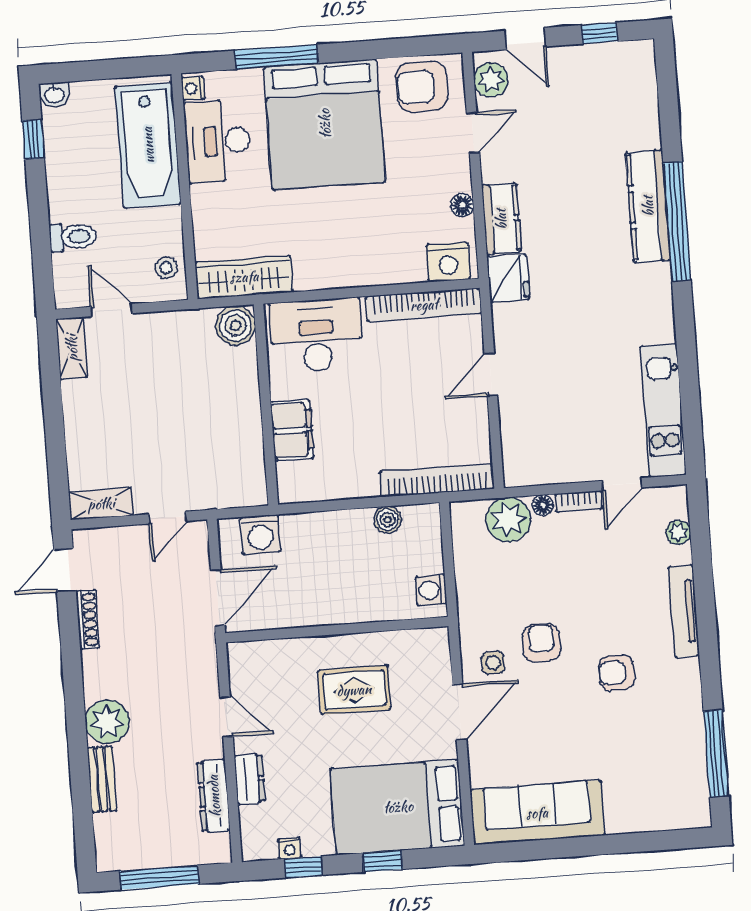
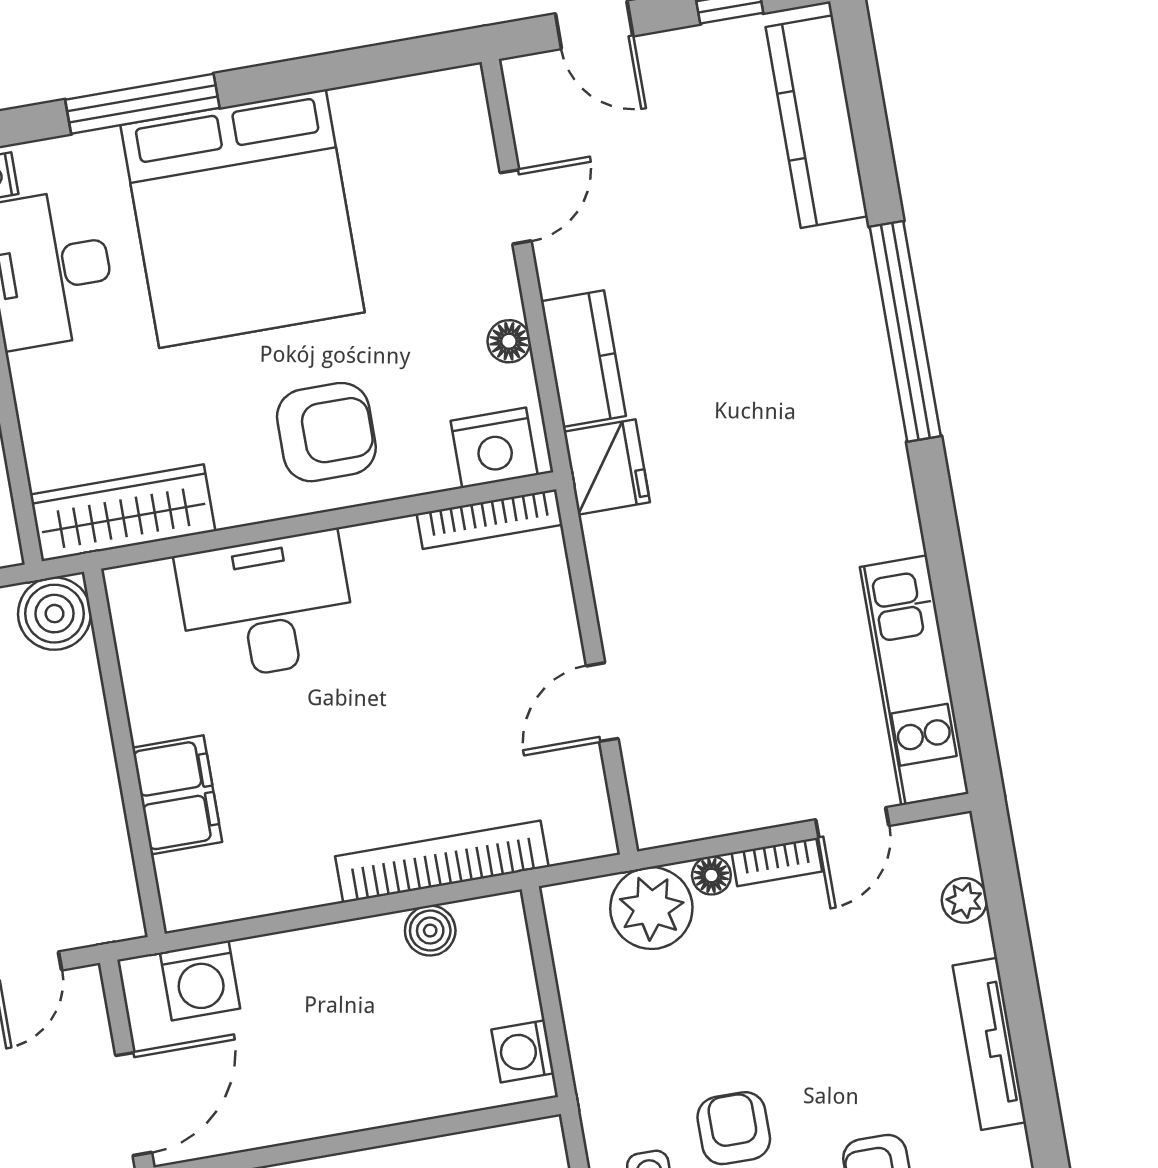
plant: (491, 80) -> (539, 107), removed
armchair: (422, 87) -> (326, 432), moved, turned 180
kitchen counter: (648, 206) -> (817, 122), moved
bookcase: (424, 305) -> (490, 519), width x0.68, depth x0.76
boiler: (236, 325) -> (55, 614), moved
door: (491, 375) -> (602, 702), moved
wall: (266, 405) -> (124, 753), moved
filing cabinet: (292, 430) -> (177, 795), moved
bookcase: (437, 480) -> (442, 862), moved

